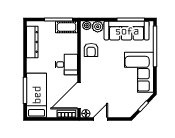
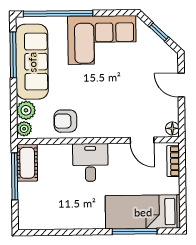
dresser: (32, 42) -> (53, 220), removed
armchair: (91, 50) -> (65, 121), turned 180
door: (79, 95) -> (142, 140), width x0.53
door: (101, 119) -> (181, 85), moved

